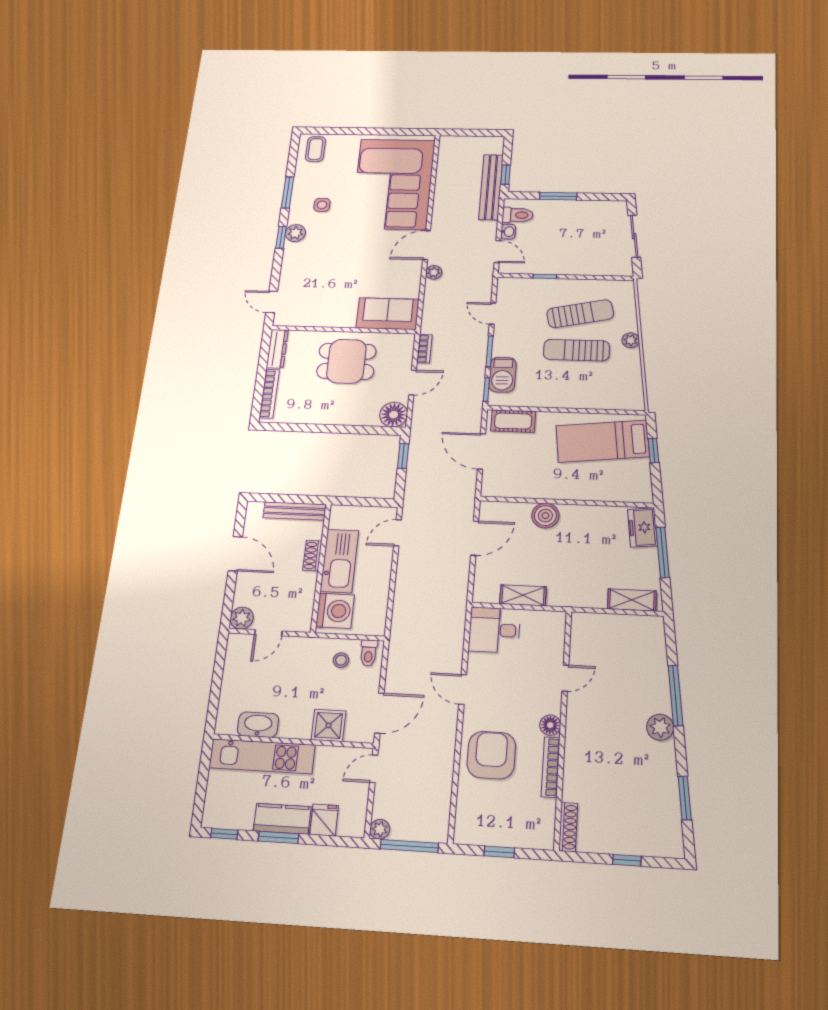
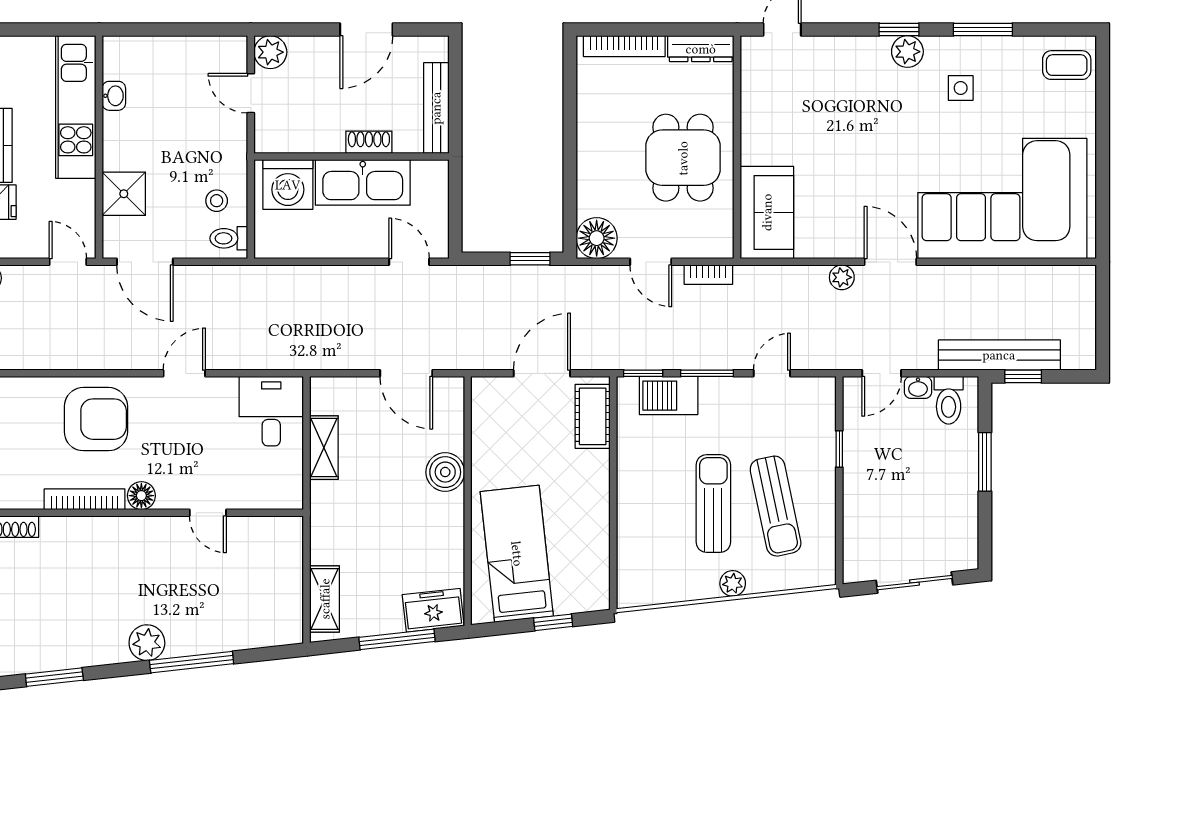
bed: (603, 441) -> (517, 554), moved
washbasin: (258, 725) -> (114, 96), width x0.52, depth x0.69

